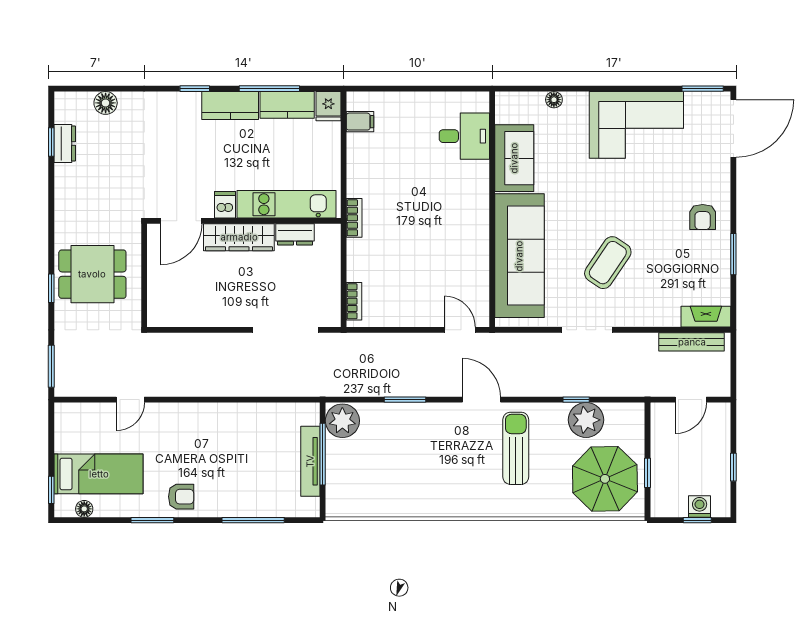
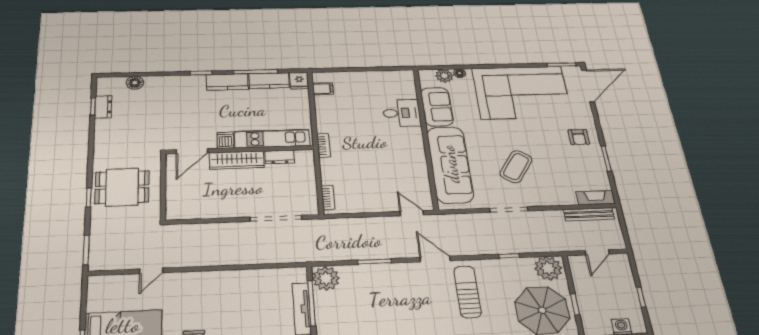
plant: (532, 104) -> (444, 76), added
corner sofa: (636, 125) -> (522, 92), width x1.36, depth x1.36
desk: (464, 136) -> (402, 113), moved
plant: (586, 420) -> (548, 268), moved

